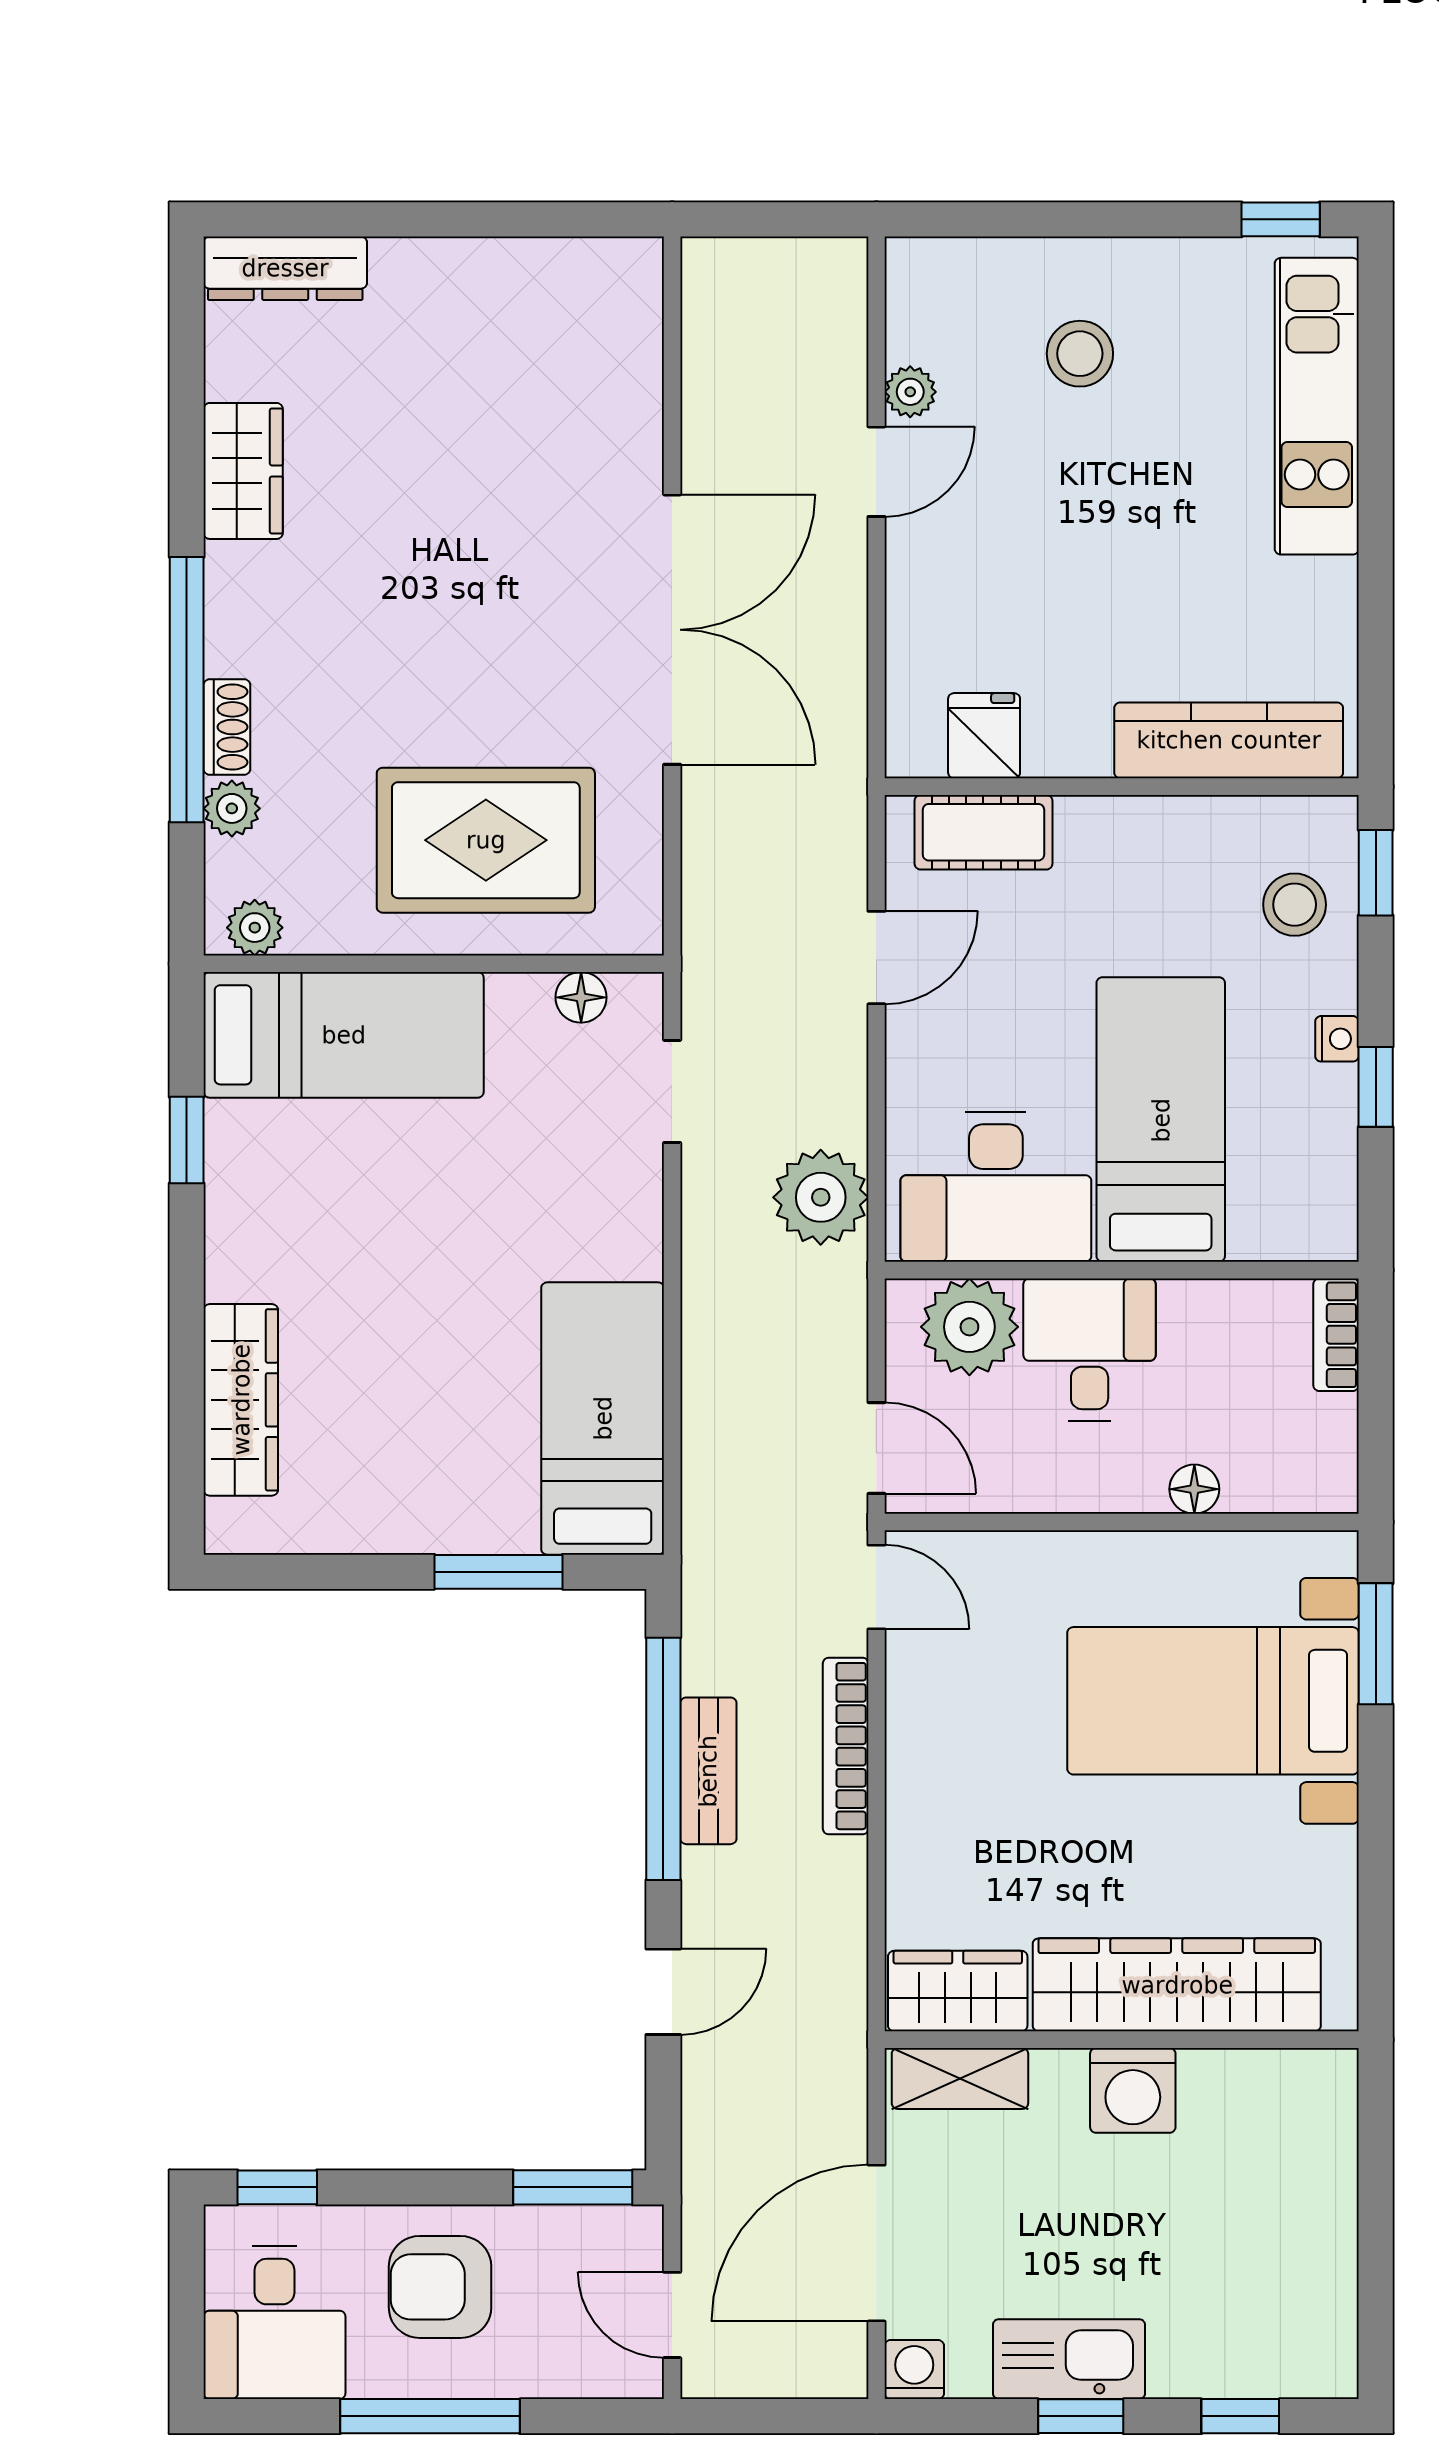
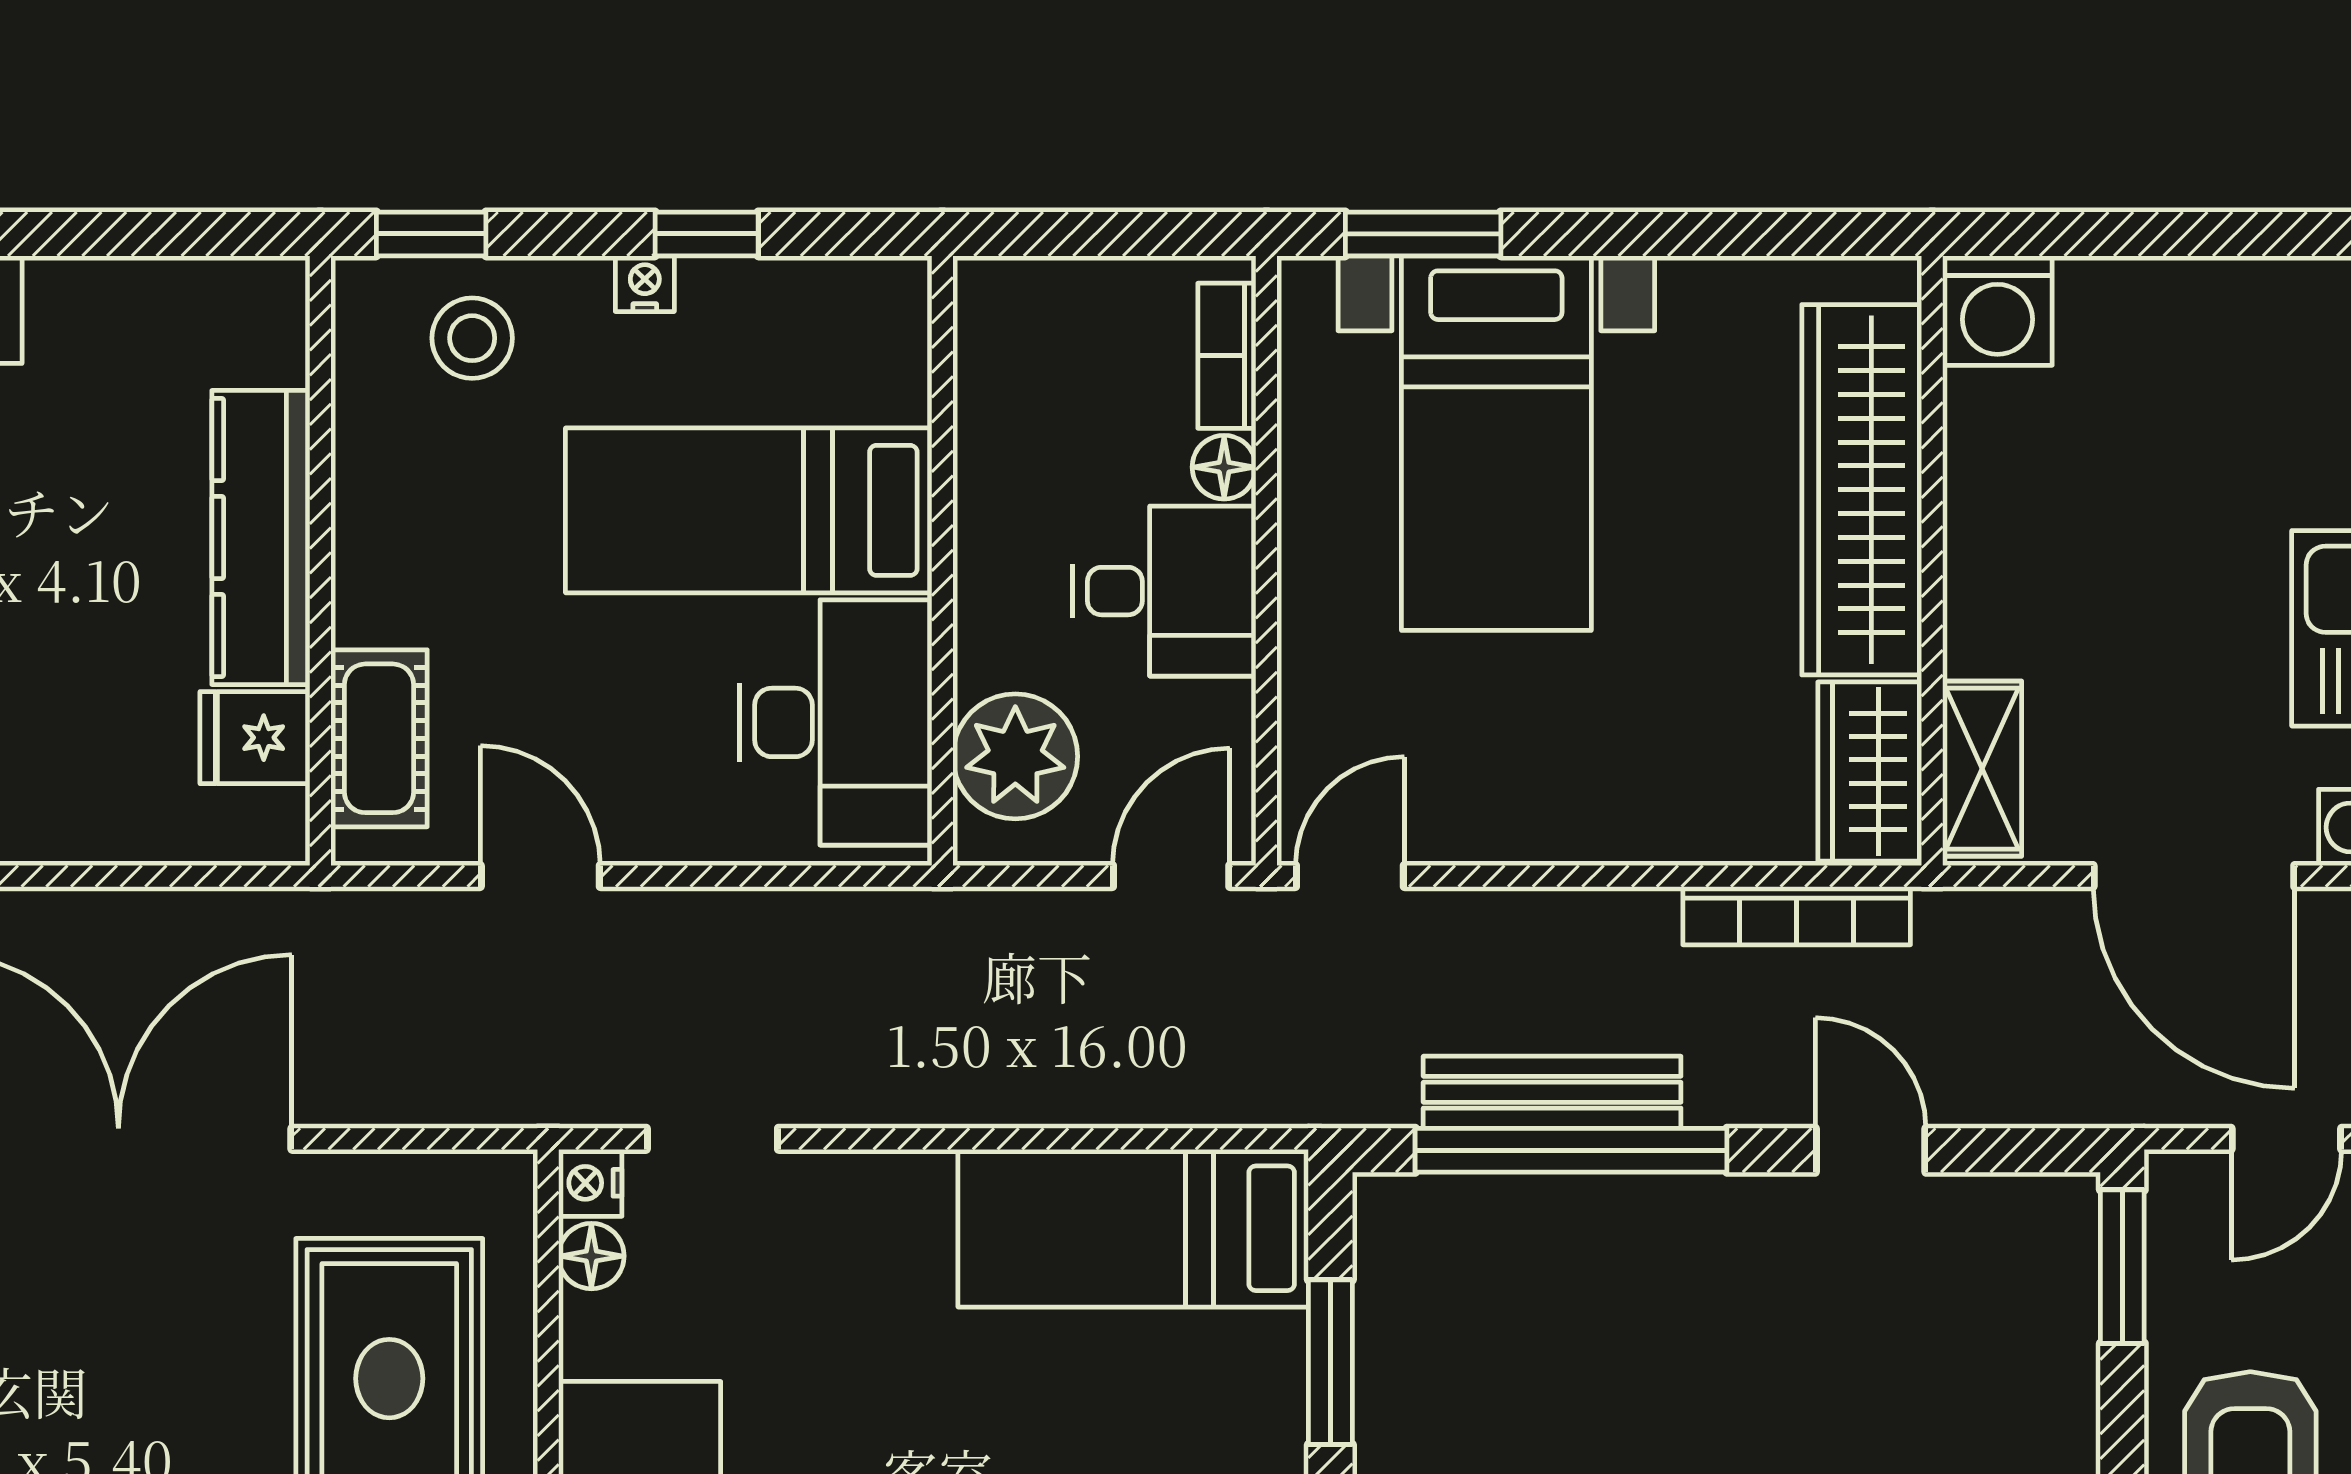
kitchen counter: (1229, 740) -> (261, 537), moved
nightstand: (638, 996) -> (590, 1183), added
plant: (821, 1197) -> (849, 948), removed
bookcase: (1336, 1335) -> (1227, 356), moved, turned 90
desk: (1090, 1350) -> (1164, 591), moved, turned 180
bookcase: (846, 1746) -> (1797, 916), moved
bench: (708, 1771) -> (1552, 1092), width x1.36
washing machine: (1133, 2090) -> (1997, 311), moved, turned 90

